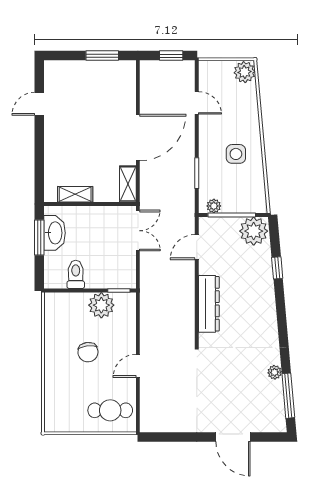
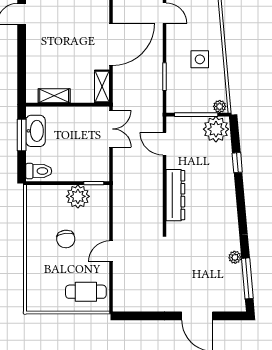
plant: (214, 206) -> (220, 106), moved
door: (197, 247) -> (164, 144), hinge flipped
toilet: (76, 274) -> (39, 171), moved, turned 90

